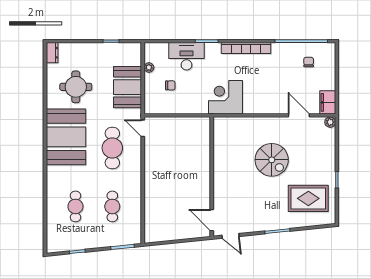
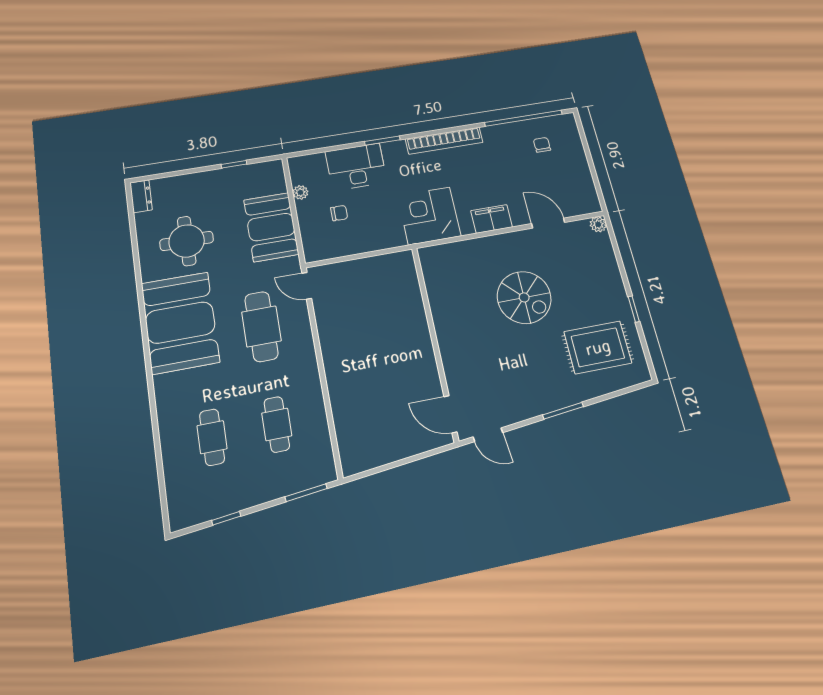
filing cabinet: (328, 102) -> (492, 219), moved, turned 90

